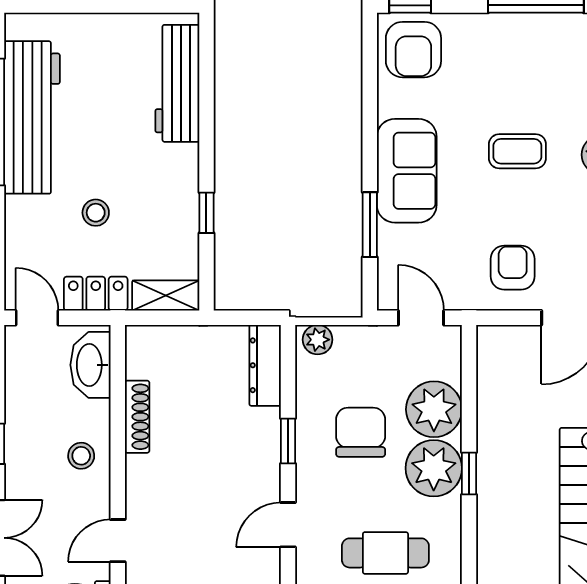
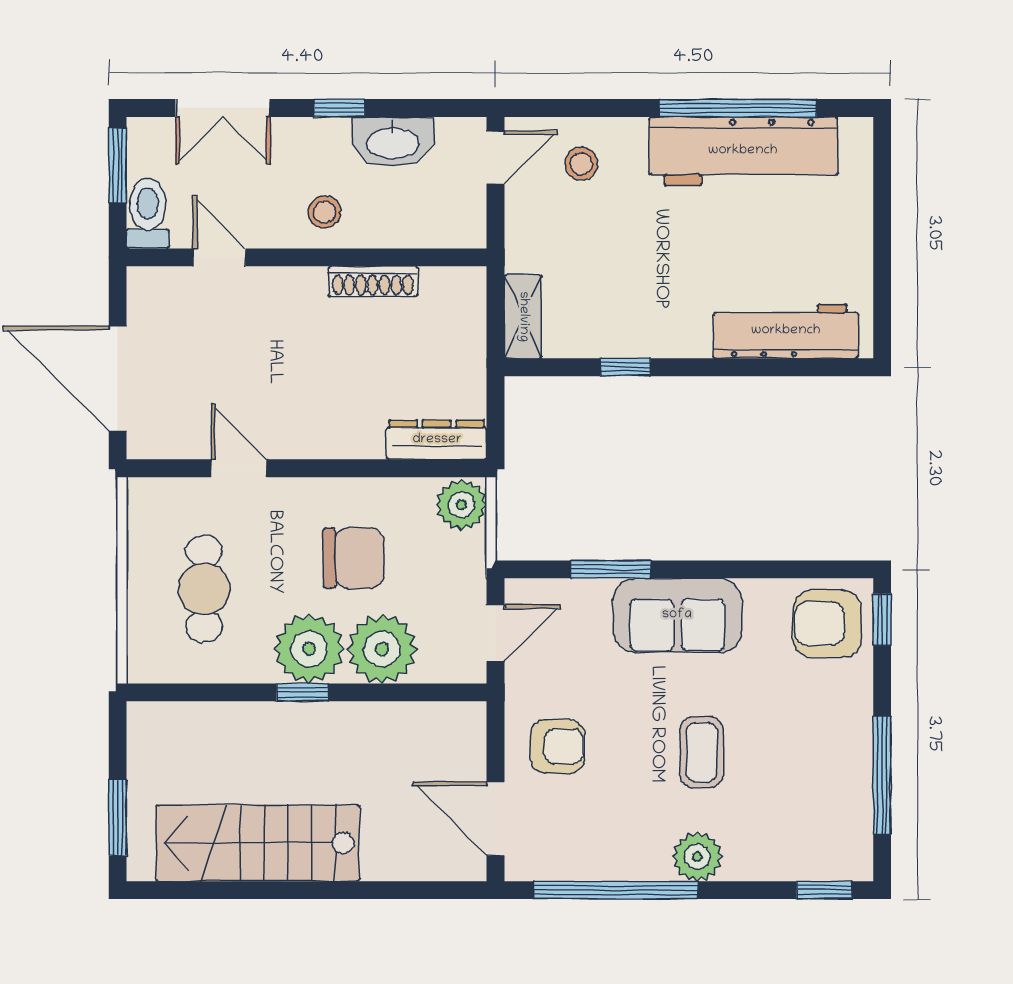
stool: (96, 213) -> (581, 164), moved
locker: (96, 294) -> (525, 230), removed
plant: (318, 340) -> (461, 505), width x1.38, depth x1.38
washbasin: (91, 365) -> (393, 142), moved, turned 180
window: (288, 441) -> (343, 468), removed

